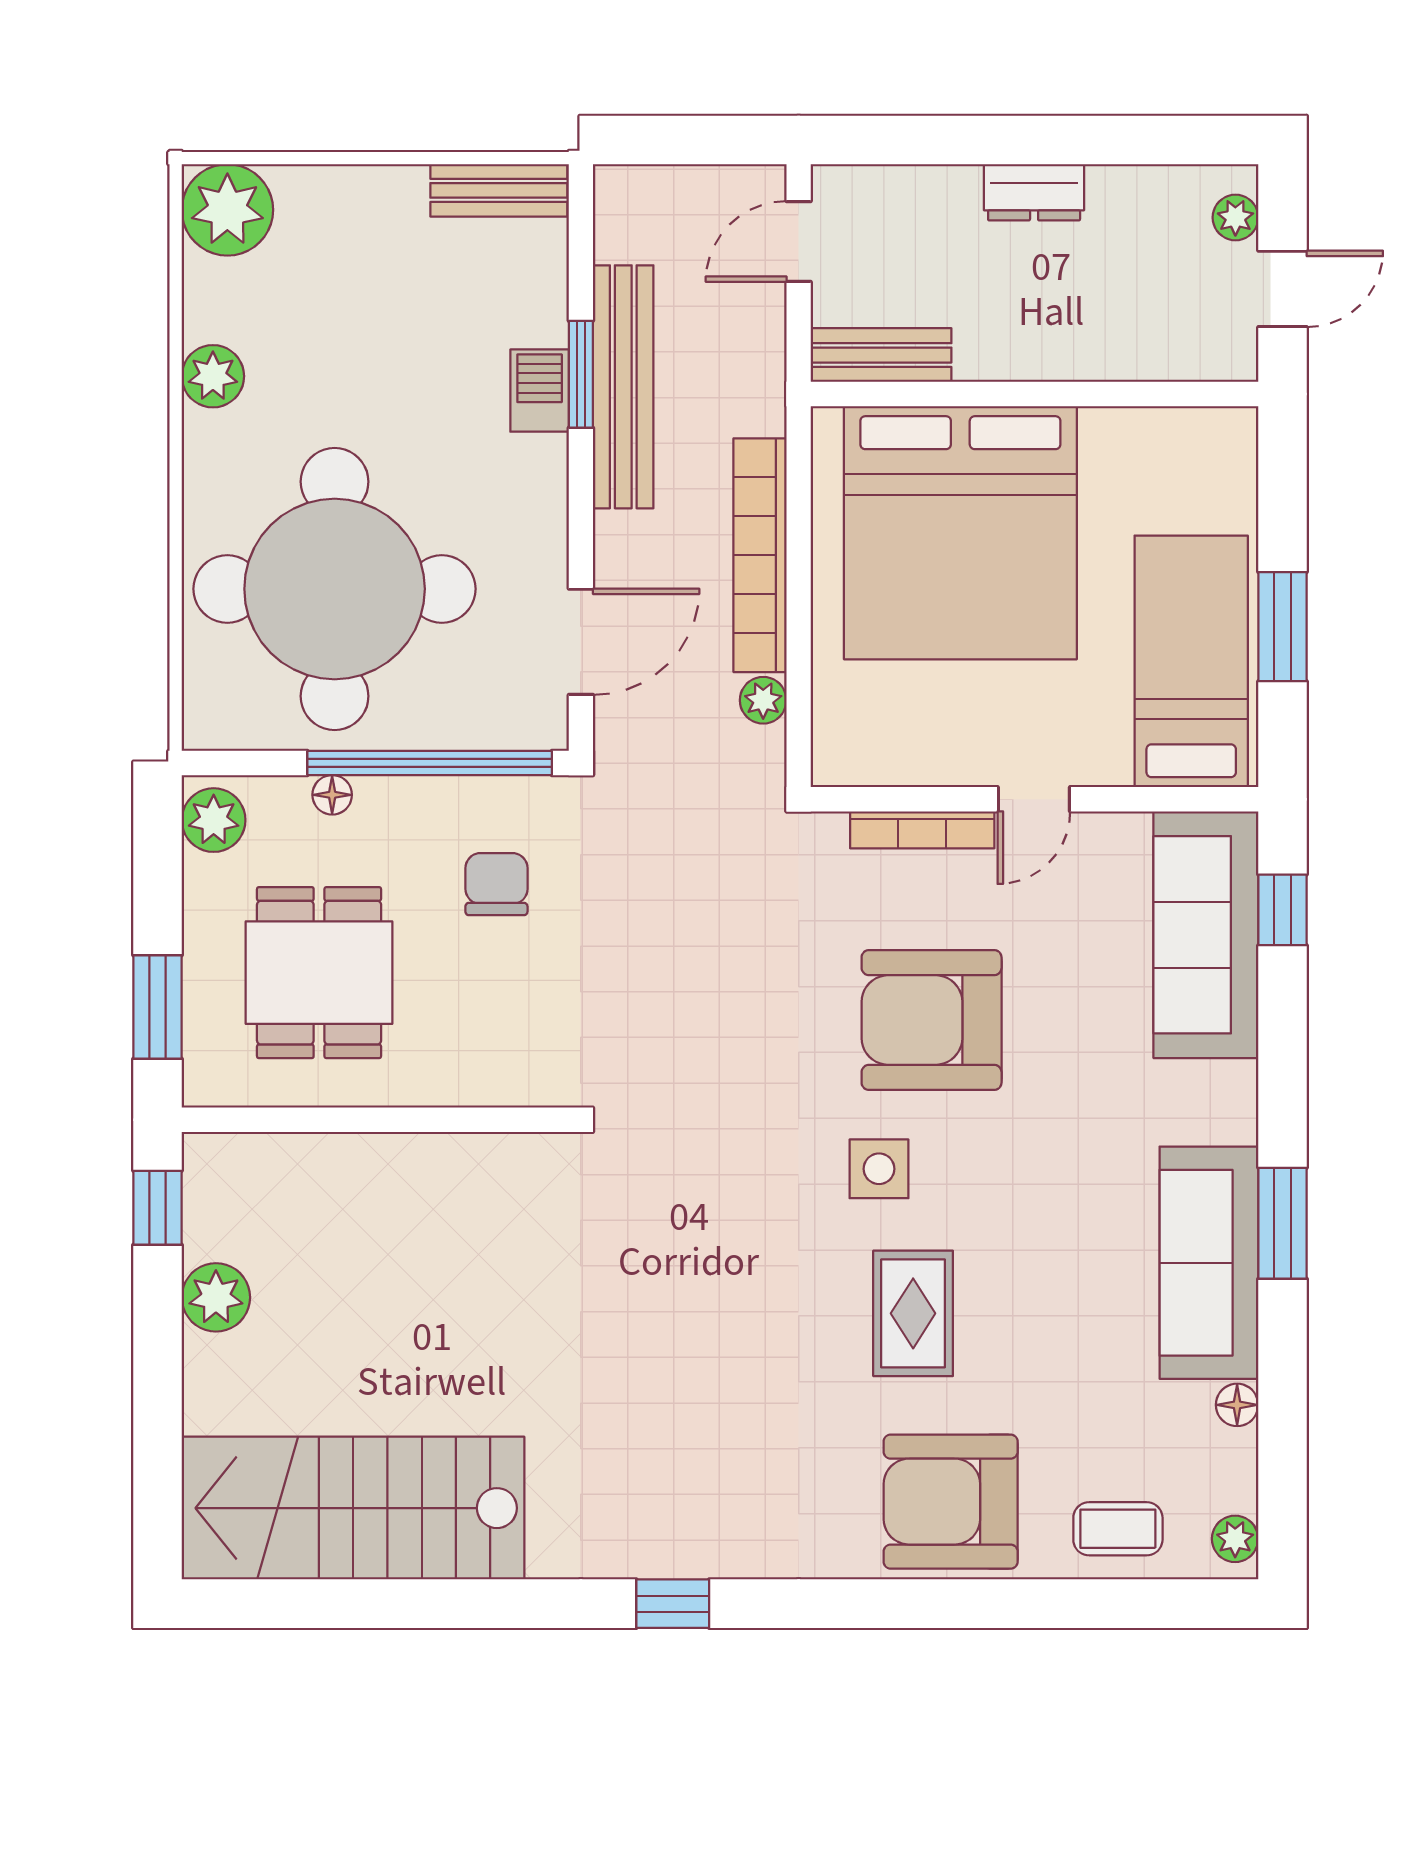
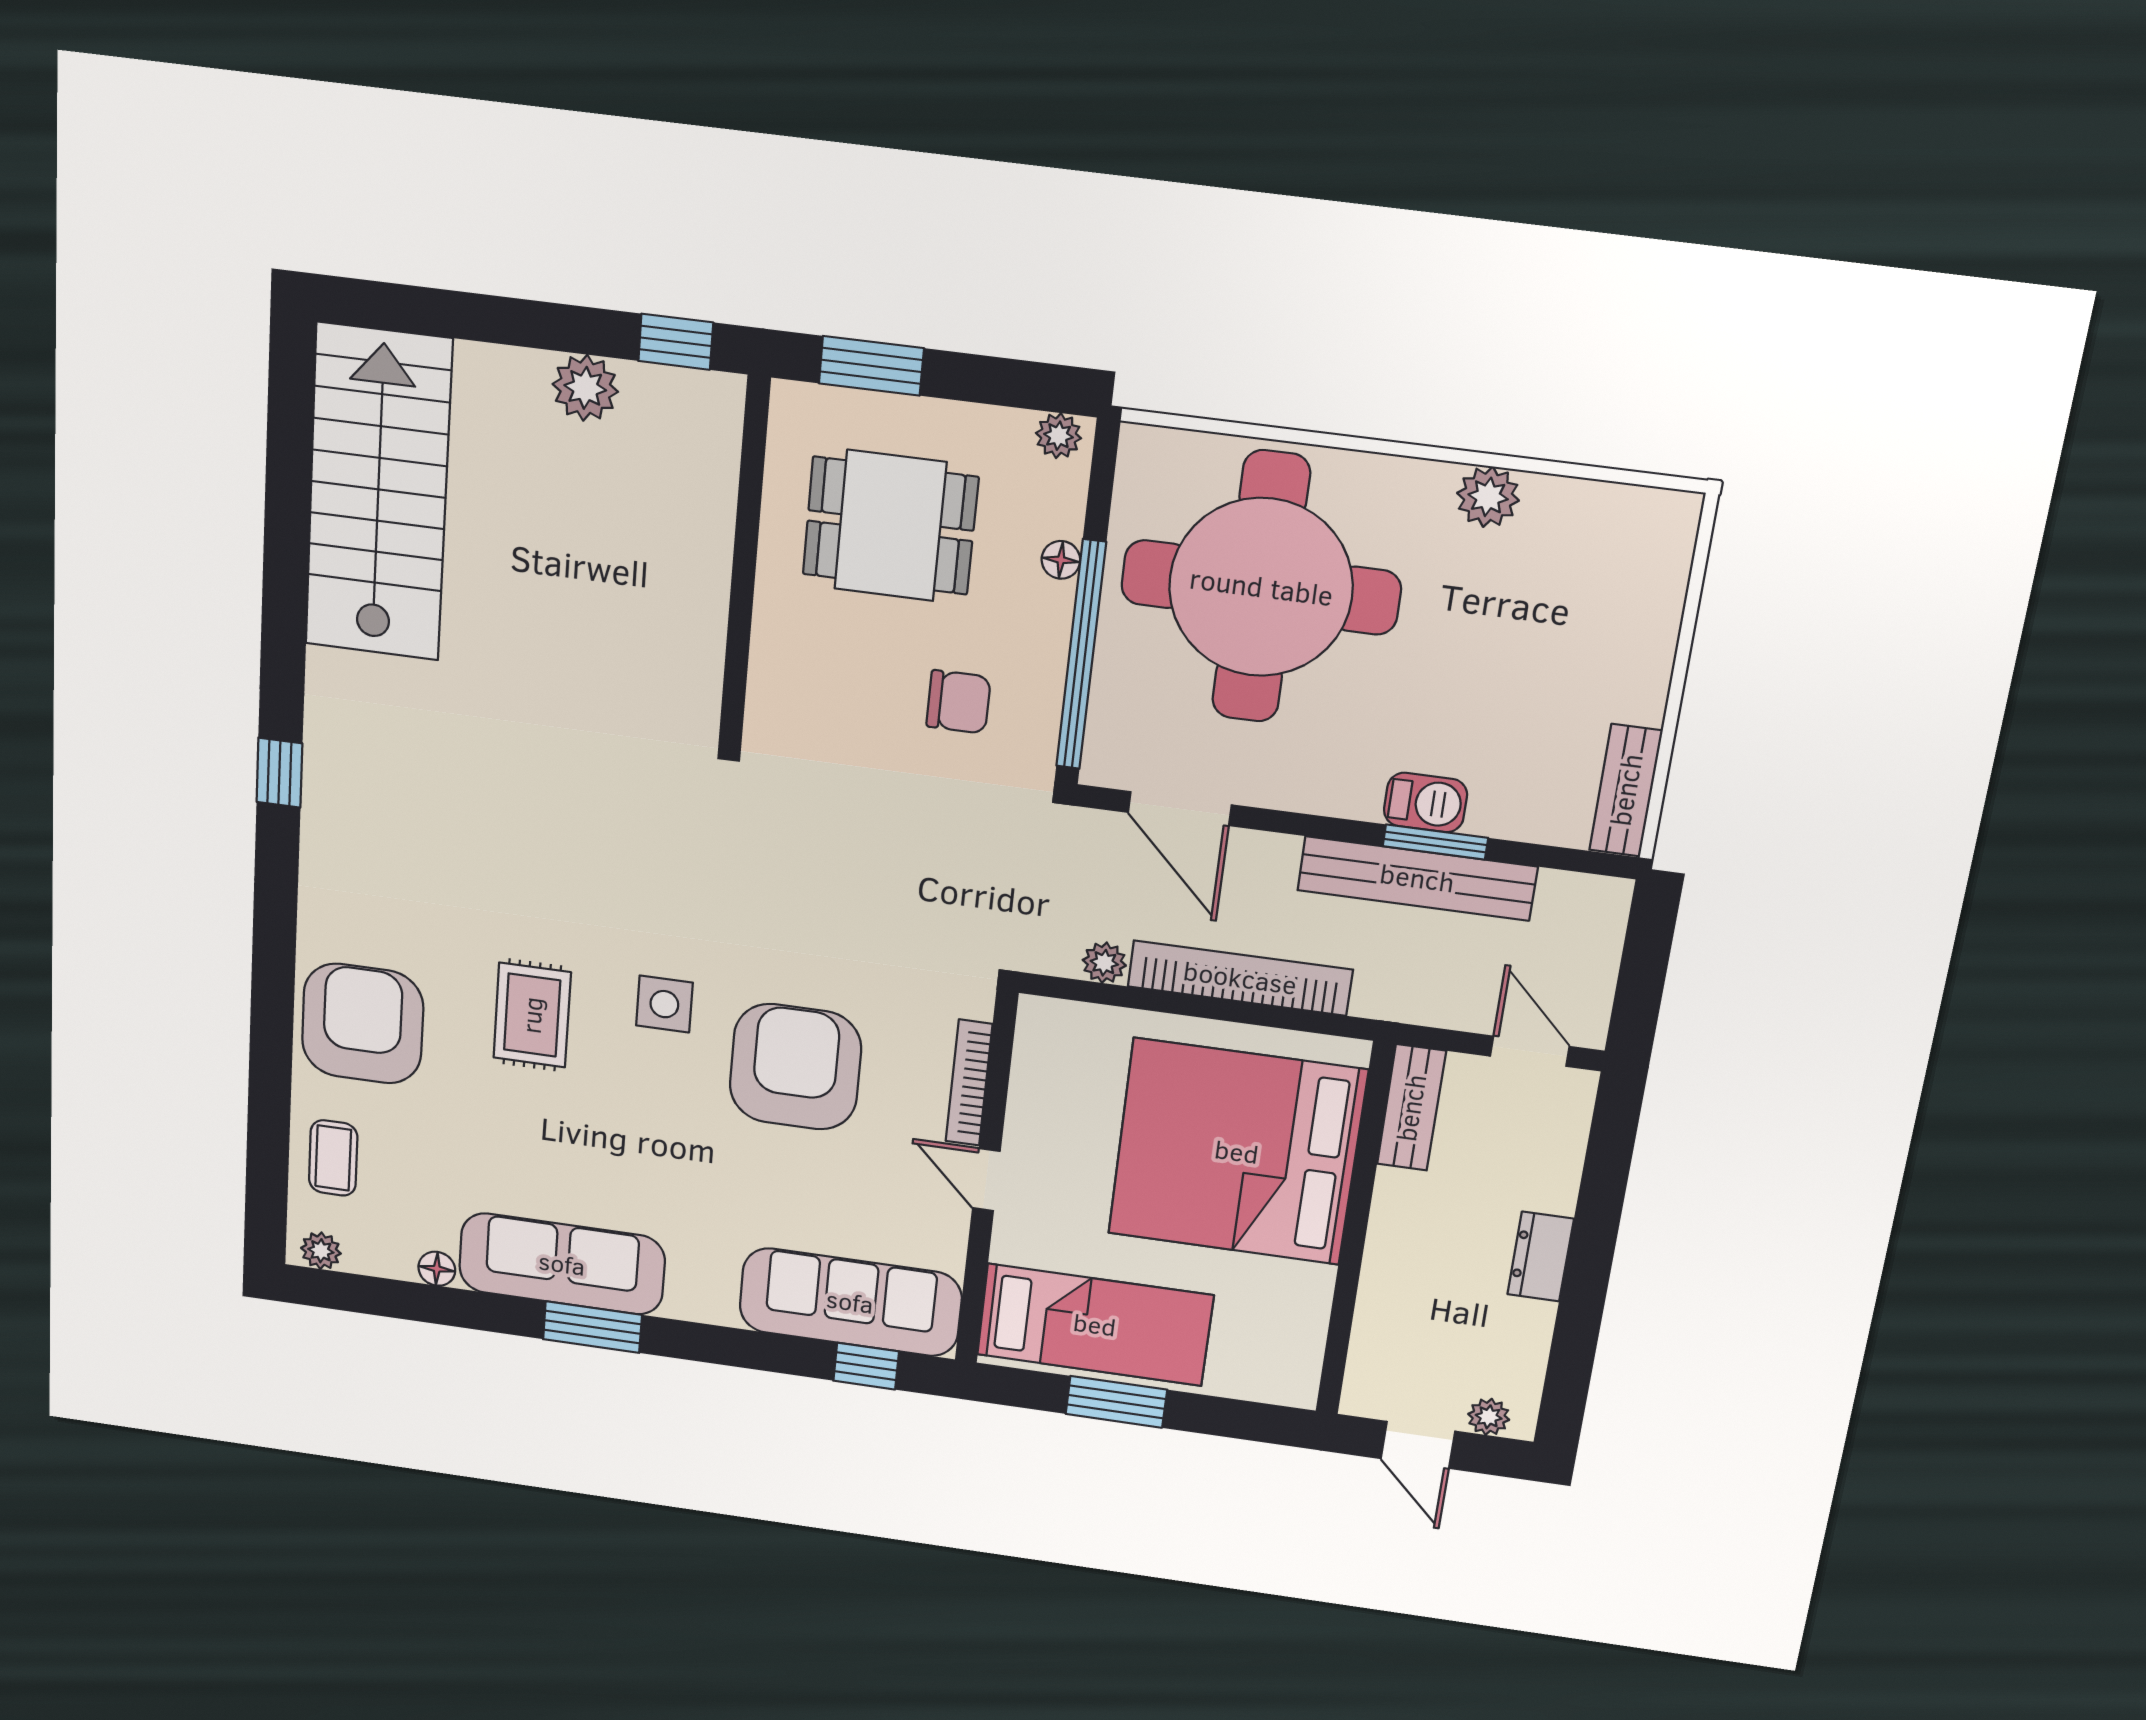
plant: (227, 210) -> (1652, 532), removed
plant: (214, 820) -> (1058, 436), width x0.73, depth x0.73
rug: (913, 1313) -> (532, 1015), turned 90

